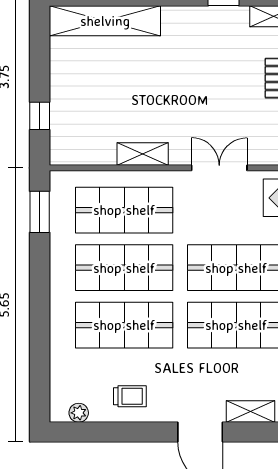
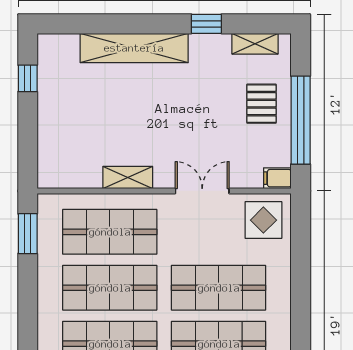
shelving: (105, 21) -> (134, 48), moved
window: (40, 116) -> (28, 78), moved

